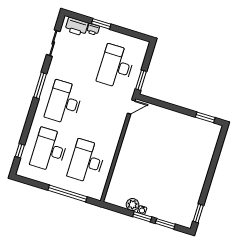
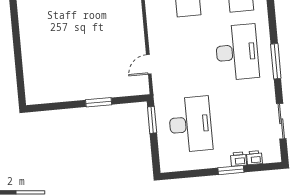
printer: (77, 27) -> (254, 158), width x0.53, depth x0.68
door: (131, 107) -> (149, 64), moved
window: (205, 117) -> (99, 102), moved

